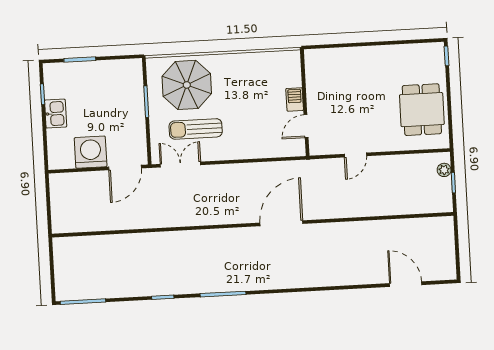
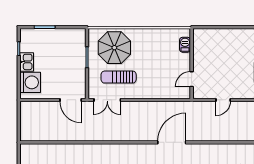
barbecue: (295, 99) -> (185, 45), moved
washing machine: (91, 152) -> (30, 82), moved, turned 90
double door: (180, 165) -> (107, 100), swing flipped
door: (125, 168) -> (71, 100), hinge flipped

